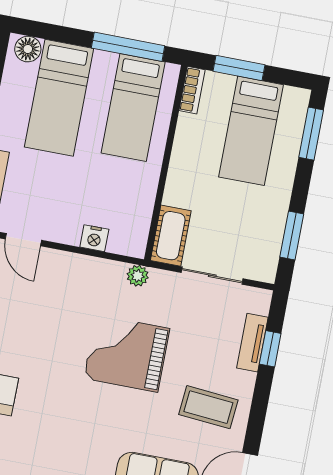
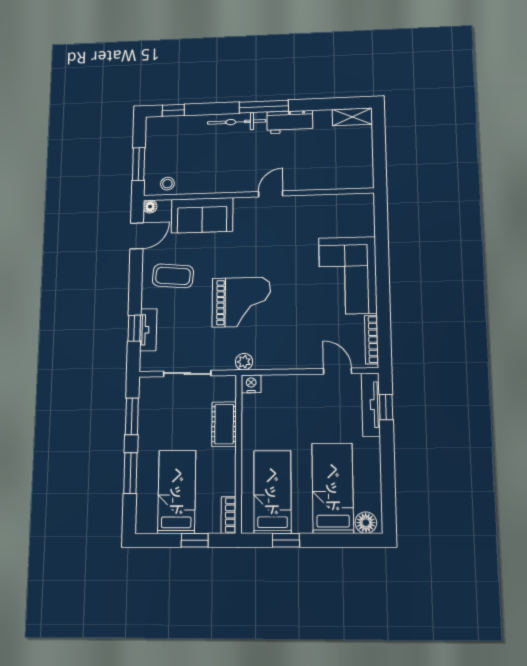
window: (128, 47) -> (286, 540), width x0.46
window: (239, 68) -> (195, 540), width x0.67
window: (311, 134) -> (130, 473), moved
cot: (171, 236) -> (224, 424), moved
nightstand: (94, 238) -> (251, 384), moved

